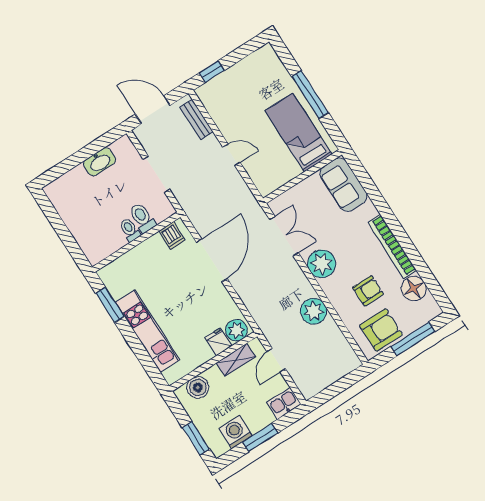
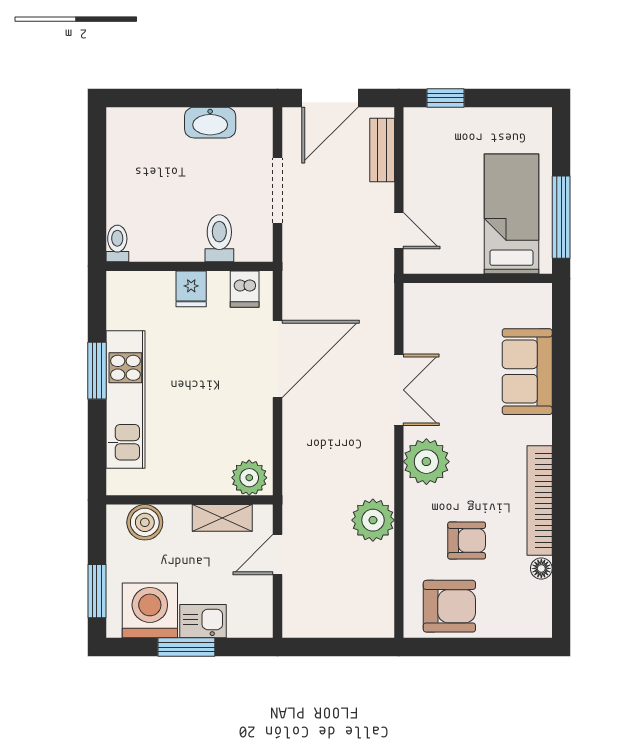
door: (153, 110) -> (330, 98), swing flipped
bed: (299, 132) -> (511, 214), moved
wall: (303, 177) -> (478, 278), moved
toilet: (130, 230) -> (117, 243), moved
floor lamp: (414, 288) -> (541, 568), width x0.53, depth x0.53
window: (110, 305) -> (97, 371), moved
window: (413, 339) -> (486, 647), removed
fridge: (218, 342) -> (191, 289), moved, turned 180
kitchen sink: (284, 403) -> (203, 621), moved
washing machine: (236, 432) -> (150, 610), width x1.37, depth x1.37

